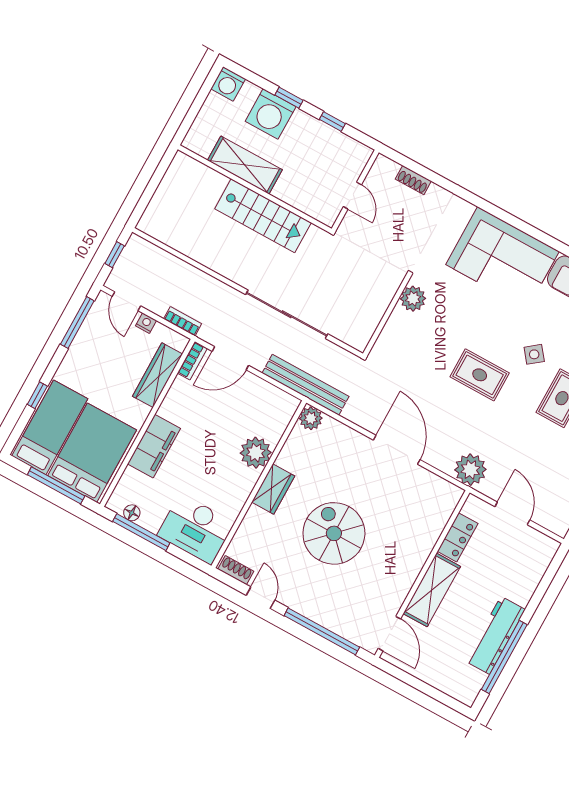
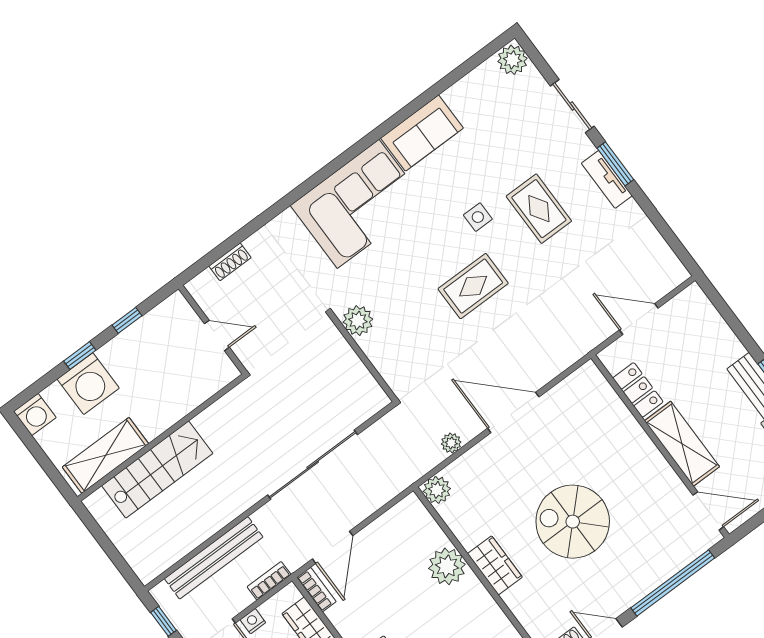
shelving: (245, 165) -> (105, 455), moved
stairs: (263, 216) -> (157, 470), moved
side table: (534, 354) -> (478, 217), turned 38
bench: (306, 385) -> (214, 558), moved
plant: (470, 470) -> (451, 443), moved, width x0.53, depth x0.53

